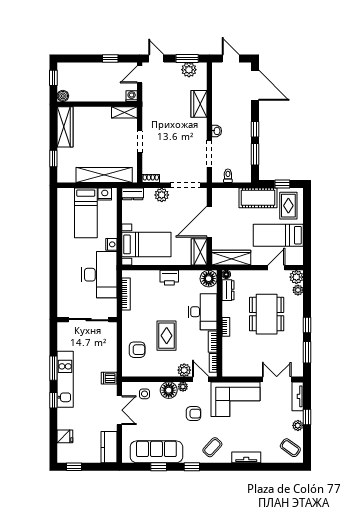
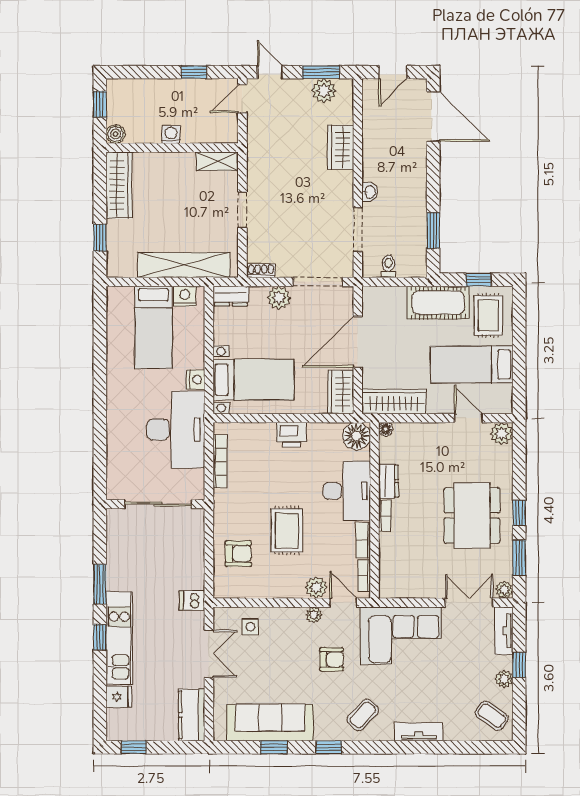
door: (231, 58) -> (393, 72), swing flipped
washing machine: (132, 96) -> (171, 134), moved
window: (255, 129) -> (433, 189), removed
door: (276, 268) -> (468, 418), hinge flipped
dresser: (228, 290) -> (388, 481), moved
plant: (298, 290) -> (504, 590), moved
dining table: (267, 314) -> (472, 515), moved
kitchen unit: (65, 379) -> (119, 638), moved
floor lamp: (169, 390) -> (291, 621), removed

